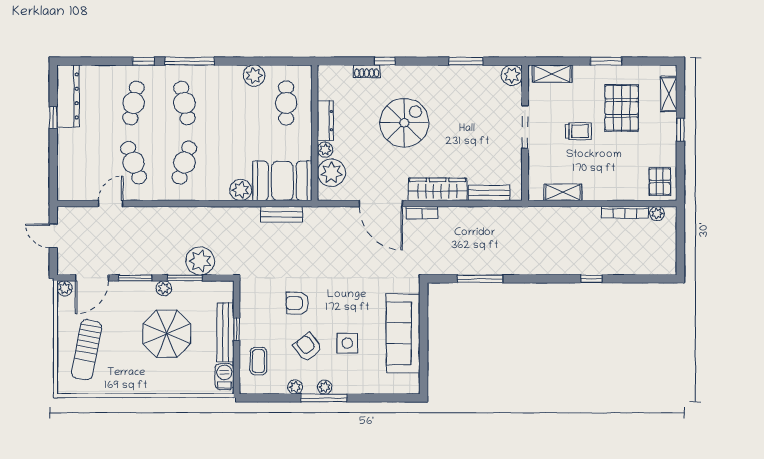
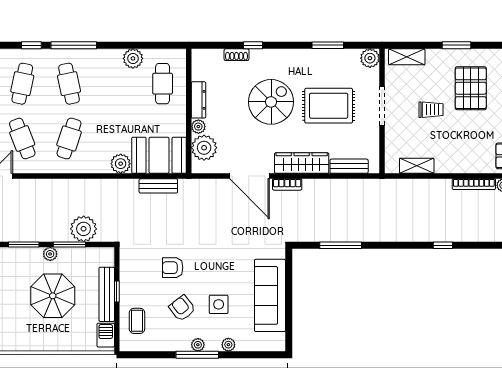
rug: (467, 127) -> (329, 106), added
plant: (295, 387) -> (228, 345), moved

